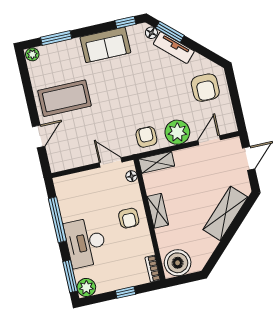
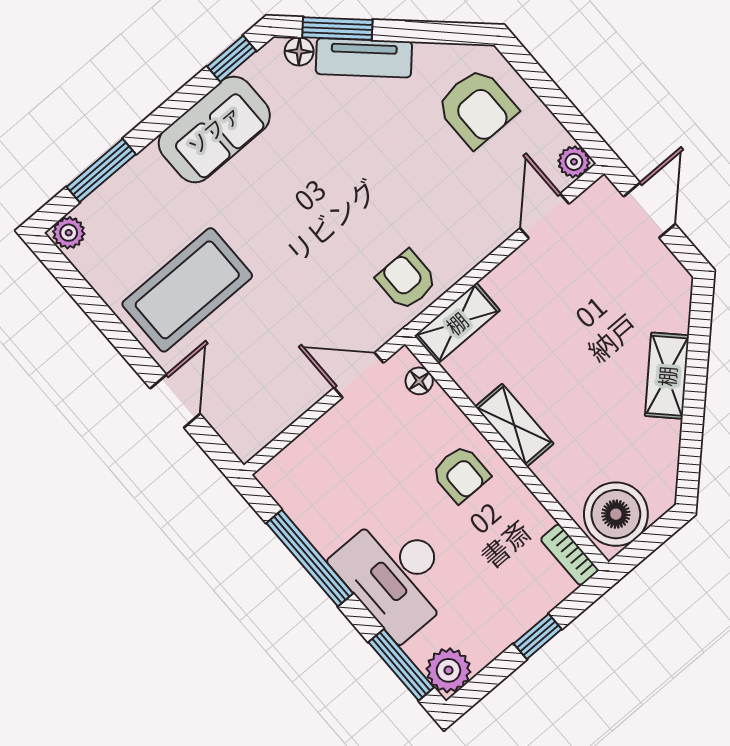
plant: (177, 132) -> (574, 162), moved, width x0.53, depth x0.53
shelving: (225, 213) -> (667, 376), width x0.67, depth x0.75

